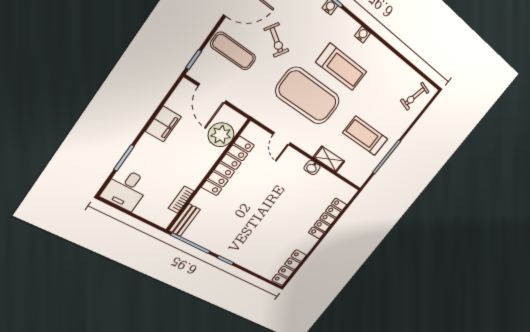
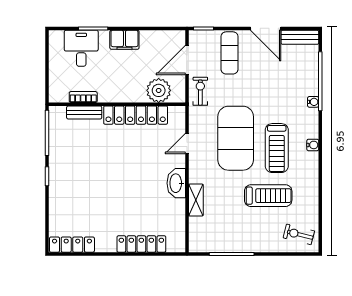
exercise bike: (276, 40) -> (200, 91), moved, turned 148
filing cabinet: (163, 124) -> (124, 40), moved
treadmill: (365, 136) -> (268, 196), moved, turned 90
washbasin: (312, 168) -> (176, 183), width x1.91, depth x1.45
desk: (126, 189) -> (81, 48), moved, turned 90
bench: (185, 220) -> (84, 113), moved

